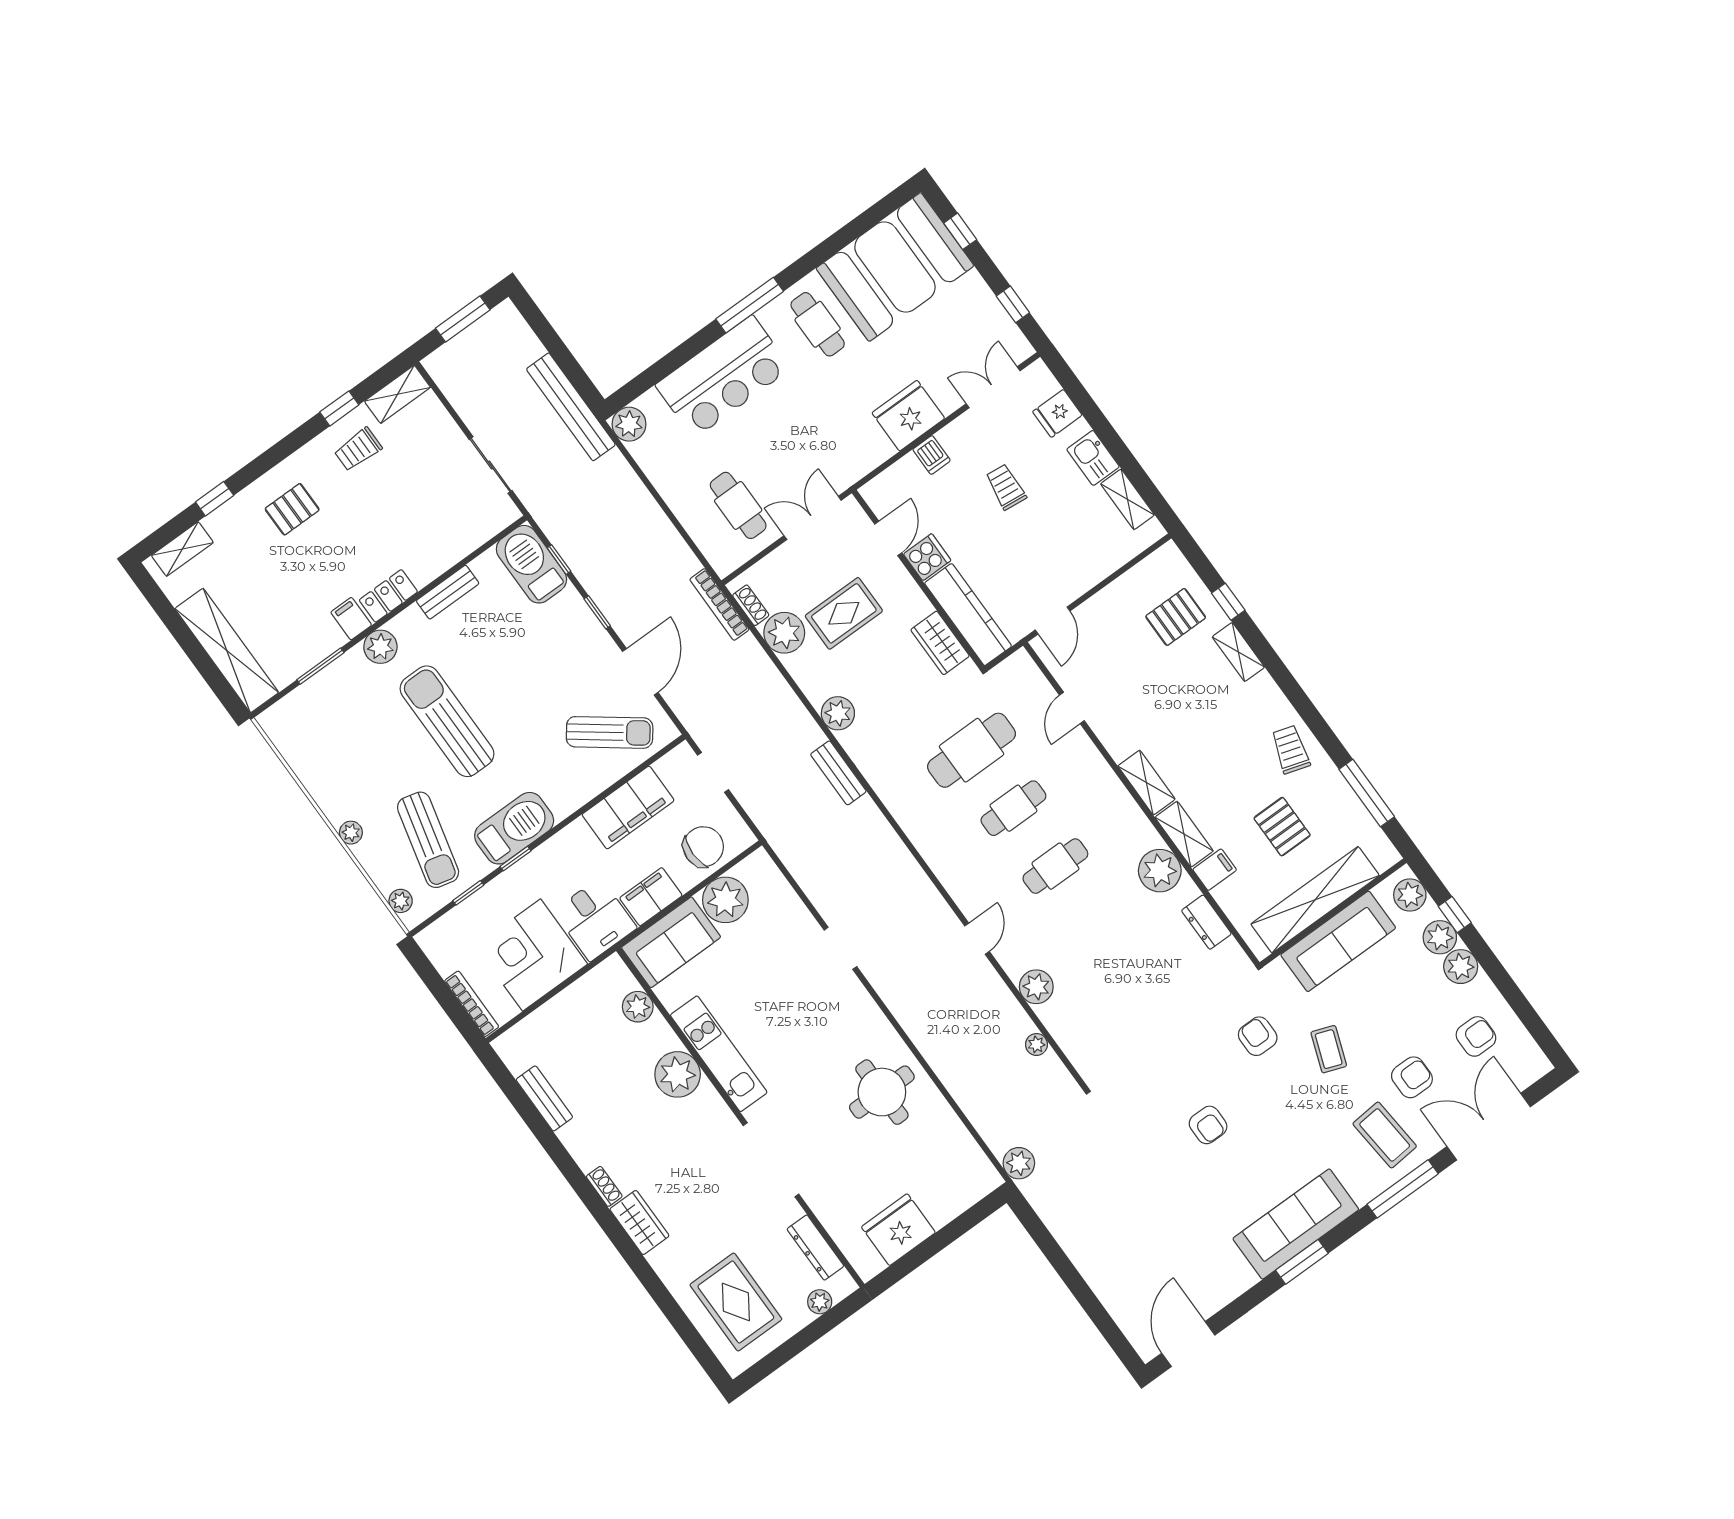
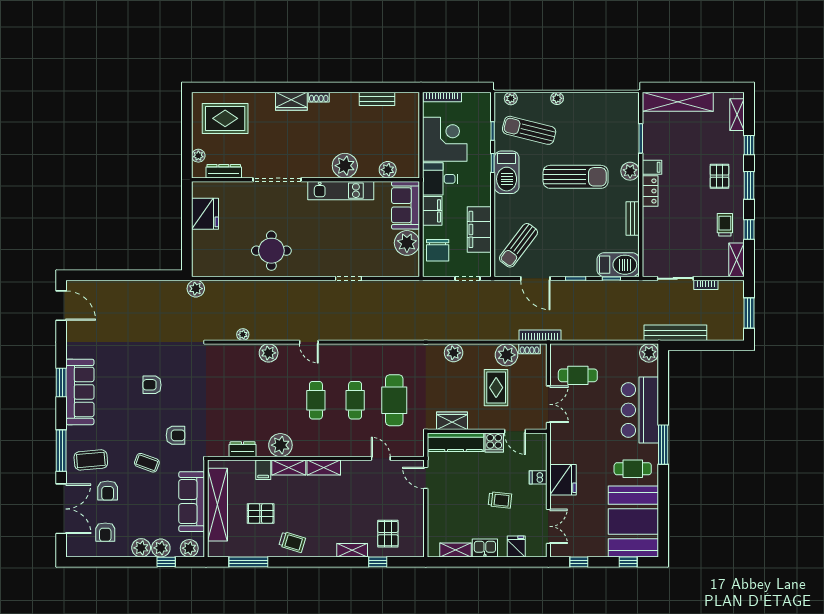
bookcase: (467, 413) -> (706, 285), added
window: (274, 456) -> (749, 185), added
bench: (838, 773) -> (427, 334), removed

